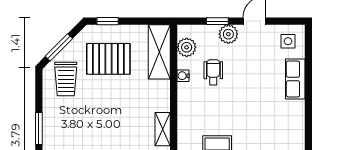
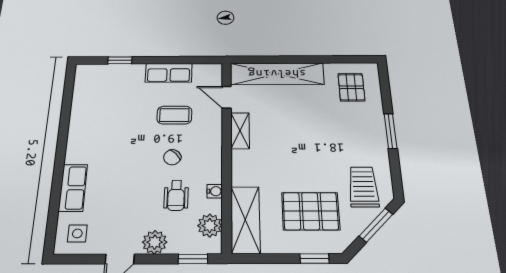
window: (217, 21) -> (193, 259), moved
chair: (218, 105) -> (172, 157), added

